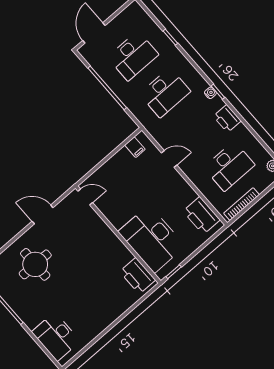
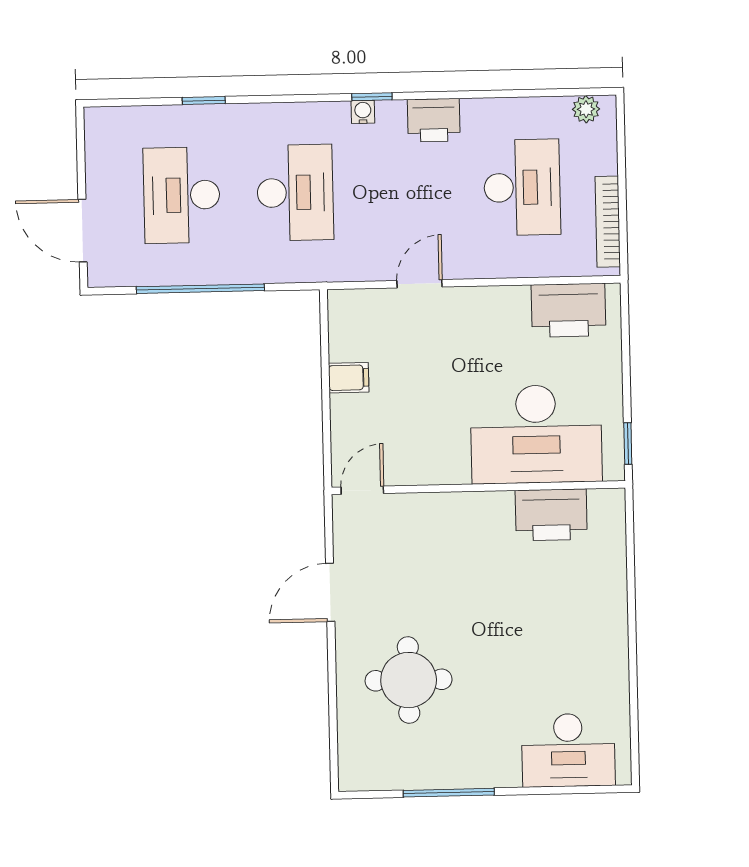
desk: (133, 56) -> (182, 195), turned 180
filing cabinet: (135, 147) -> (349, 378), moved
printer: (138, 276) -> (551, 515), moved

